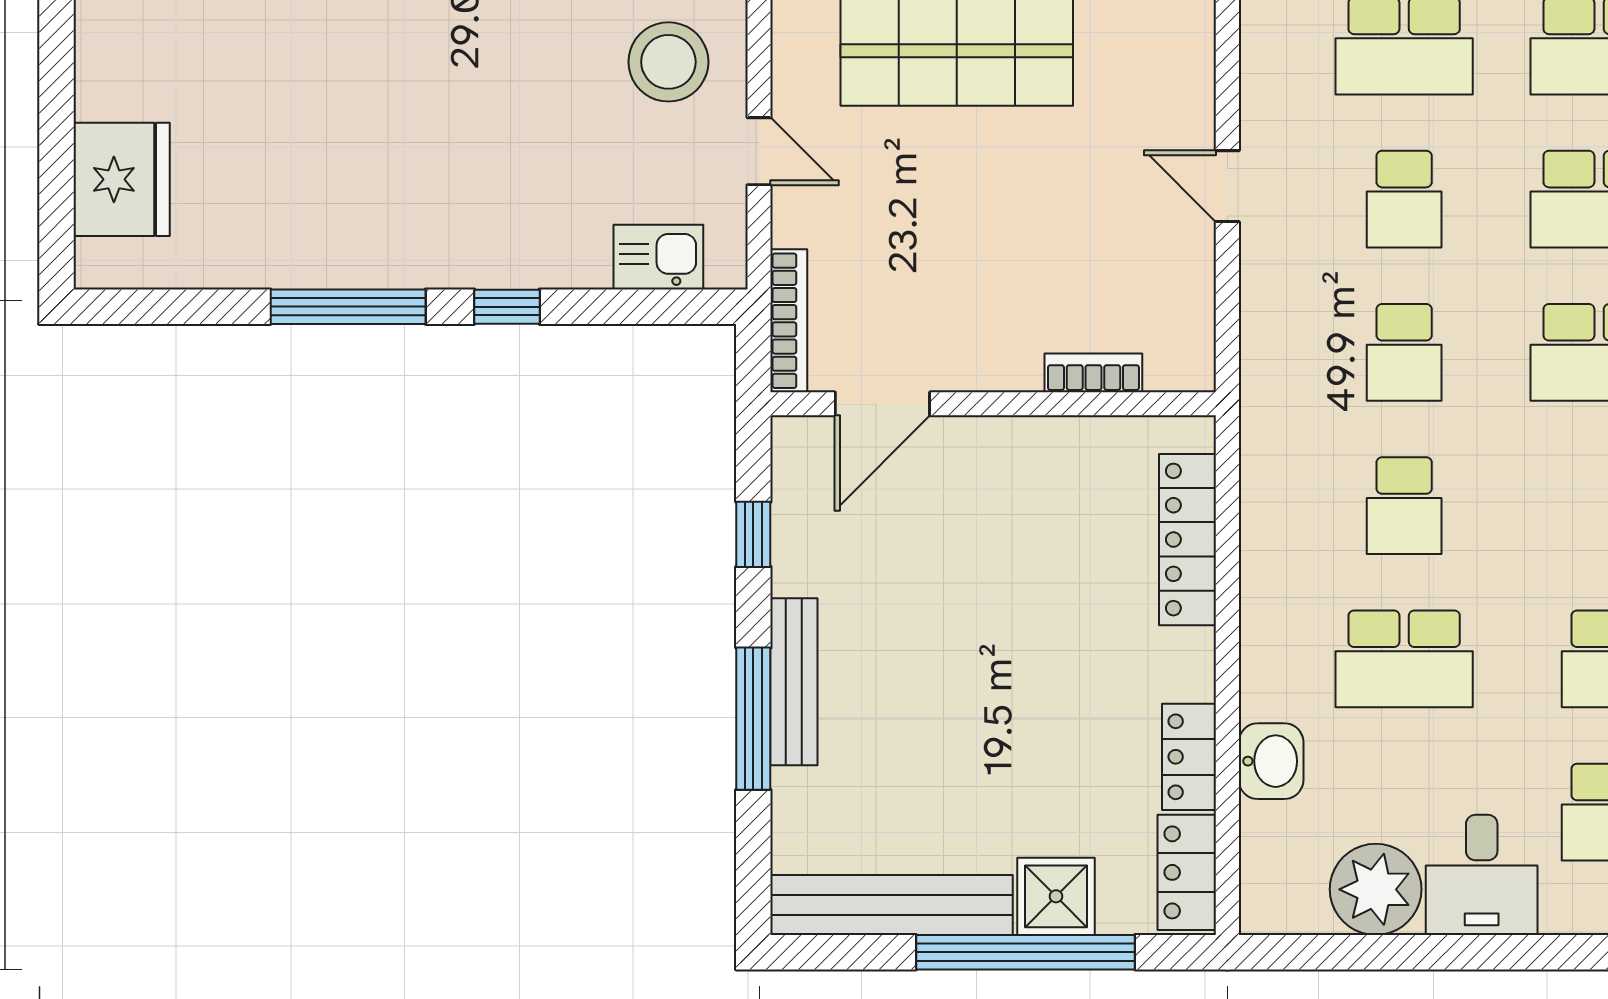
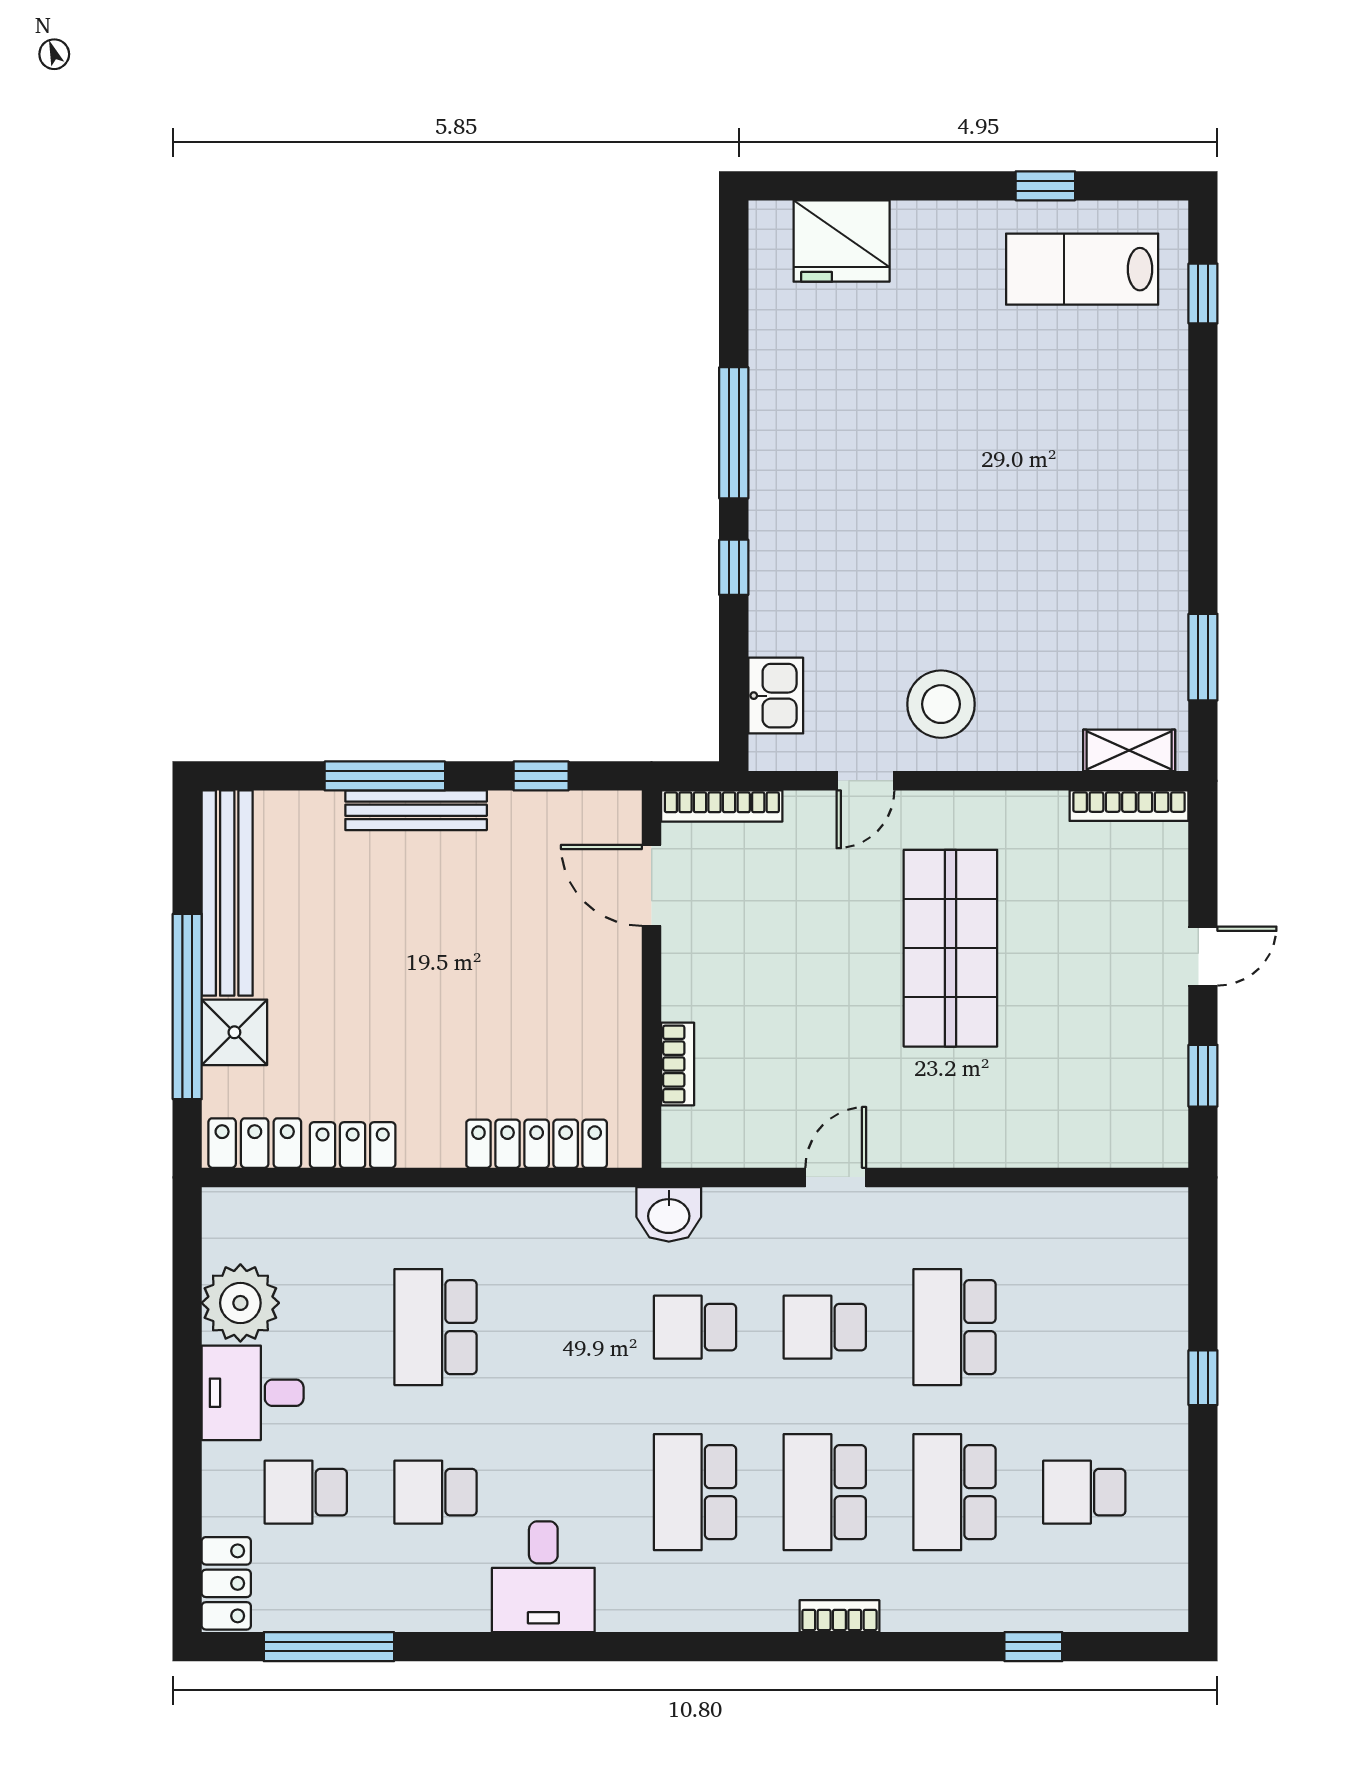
school desk: (1404, 506) -> (565, 1327), removed
washbasin: (1271, 761) -> (669, 1214), moved

